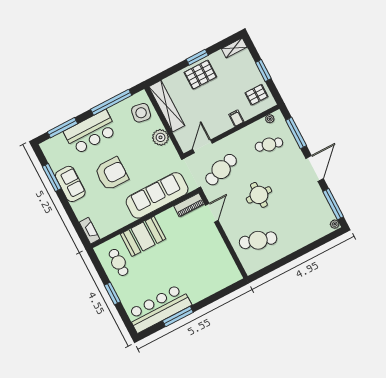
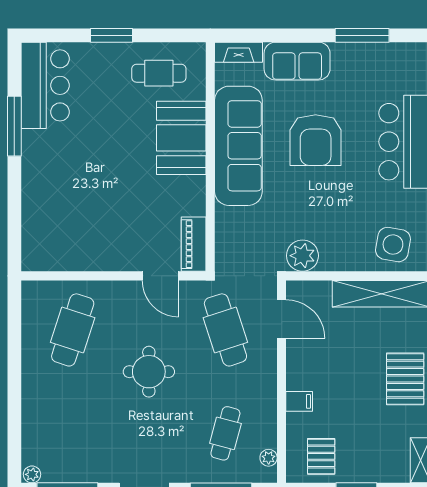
plant: (161, 137) -> (302, 256), moved
sofa: (70, 184) -> (297, 61), moved
sofa: (157, 195) -> (238, 146), moved
bar counter: (159, 308) -> (45, 85), width x0.73

